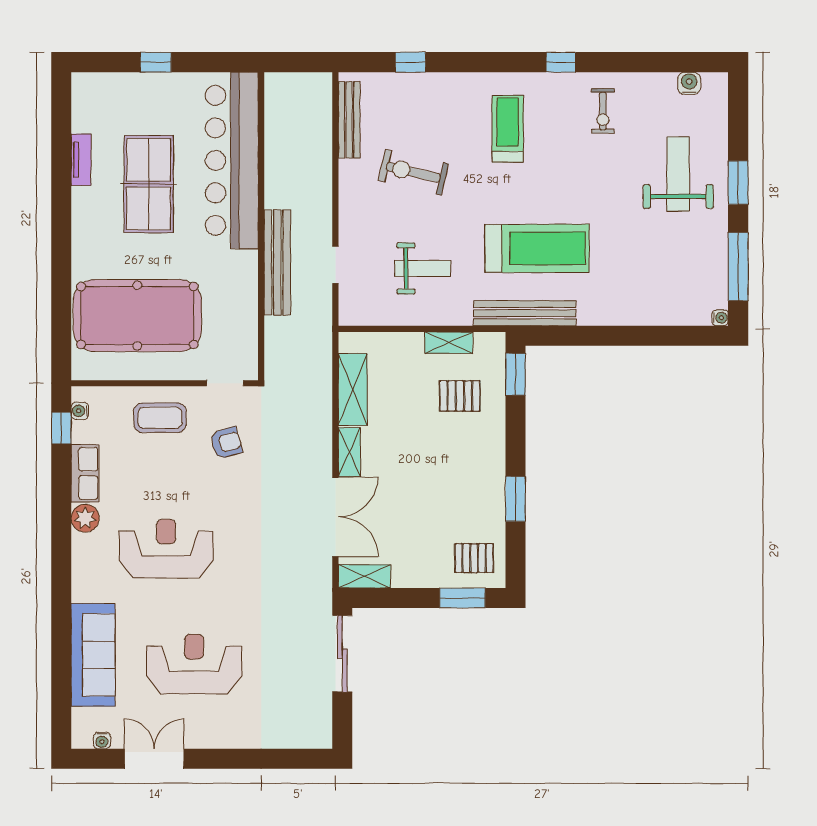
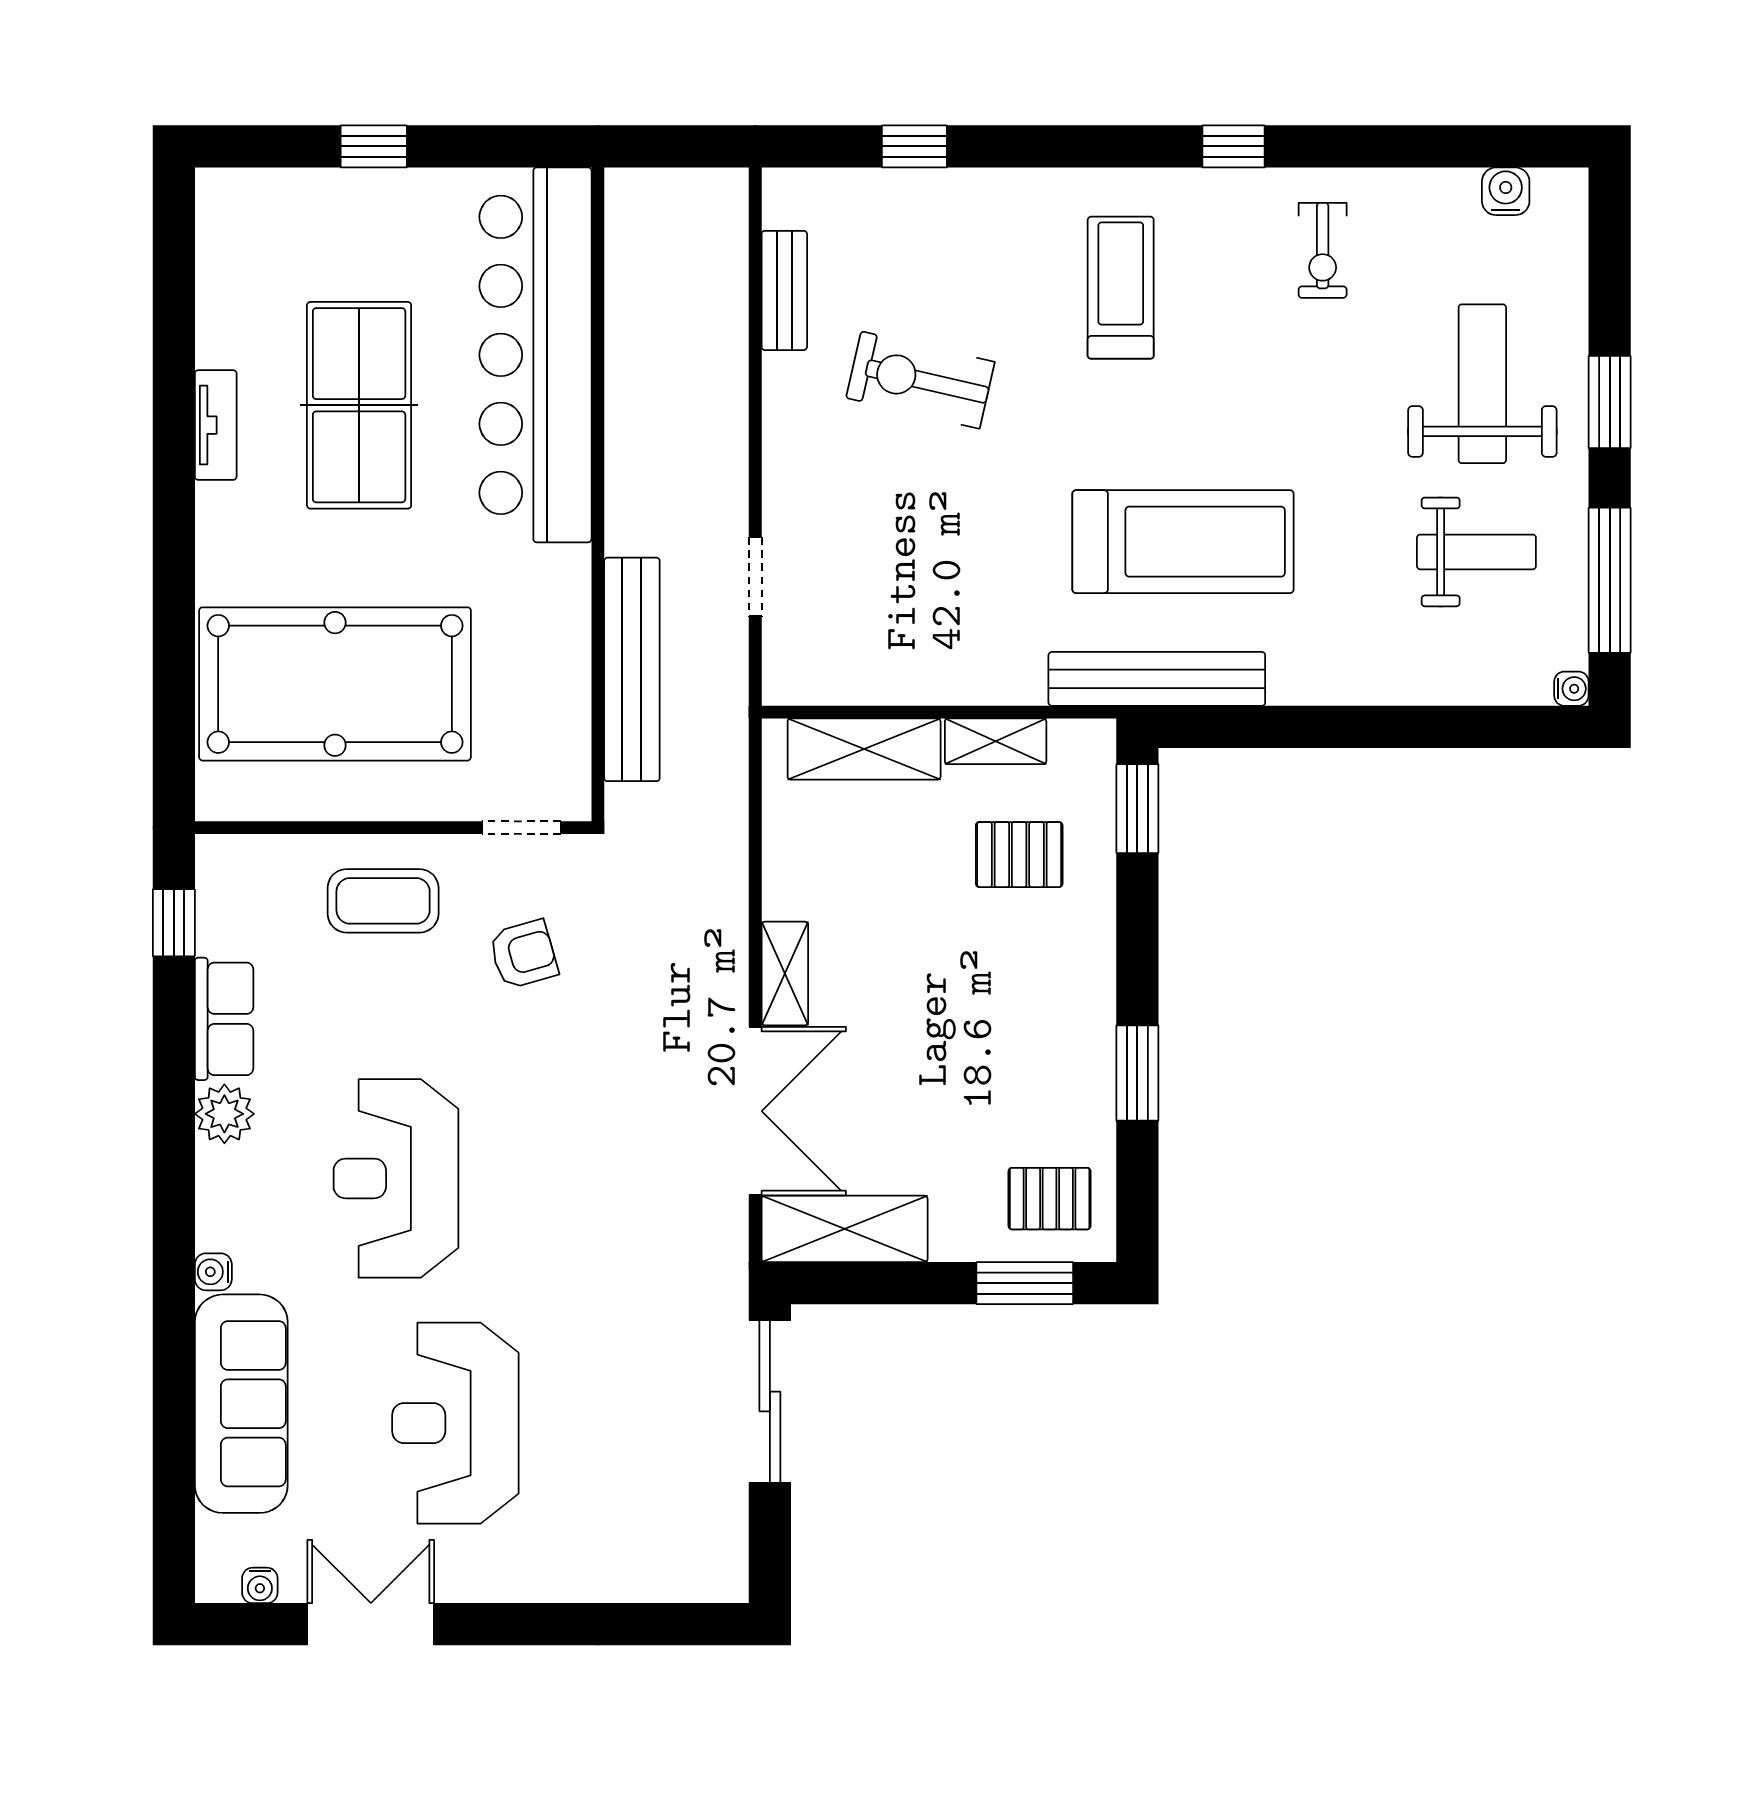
bench: (349, 120) -> (784, 290), width x0.73
tv unit: (81, 160) -> (216, 425), moved
bench: (277, 262) -> (632, 669), moved
weight bench: (423, 268) -> (1476, 552), moved
shelving: (353, 390) -> (864, 749), moved, turned 90
water cooler: (80, 411) -> (213, 1272), moved
reception desk: (166, 549) -> (396, 1178), turned -90
shelving: (364, 576) -> (845, 1229), width x1.50, depth x1.33
reception desk: (194, 664) -> (455, 1423), turned -90

